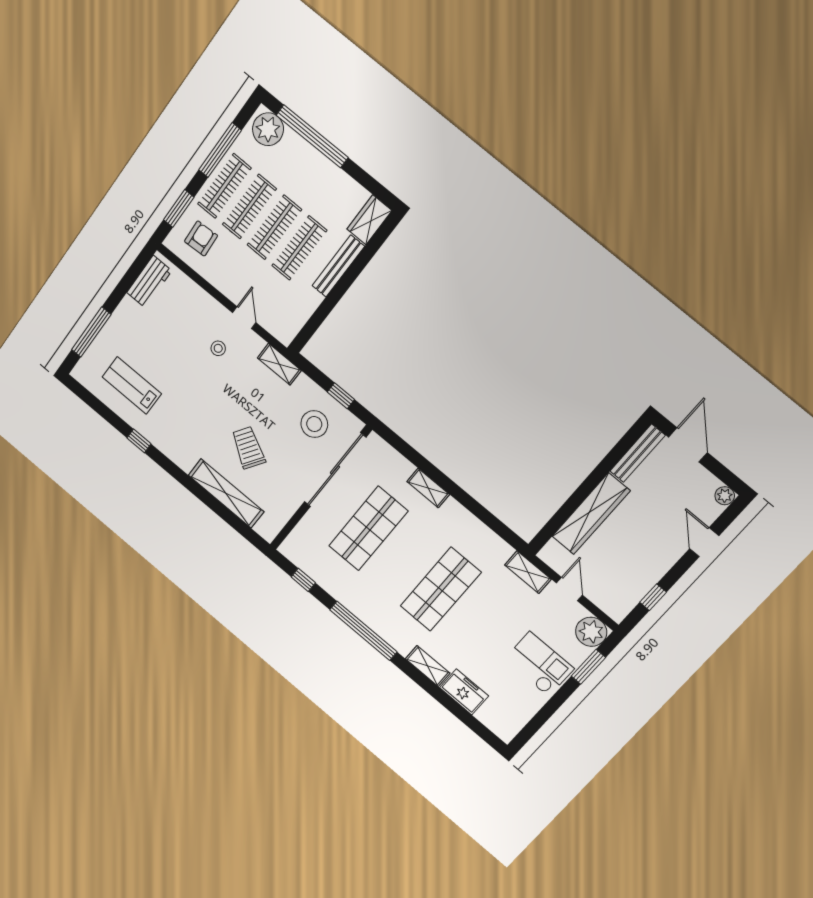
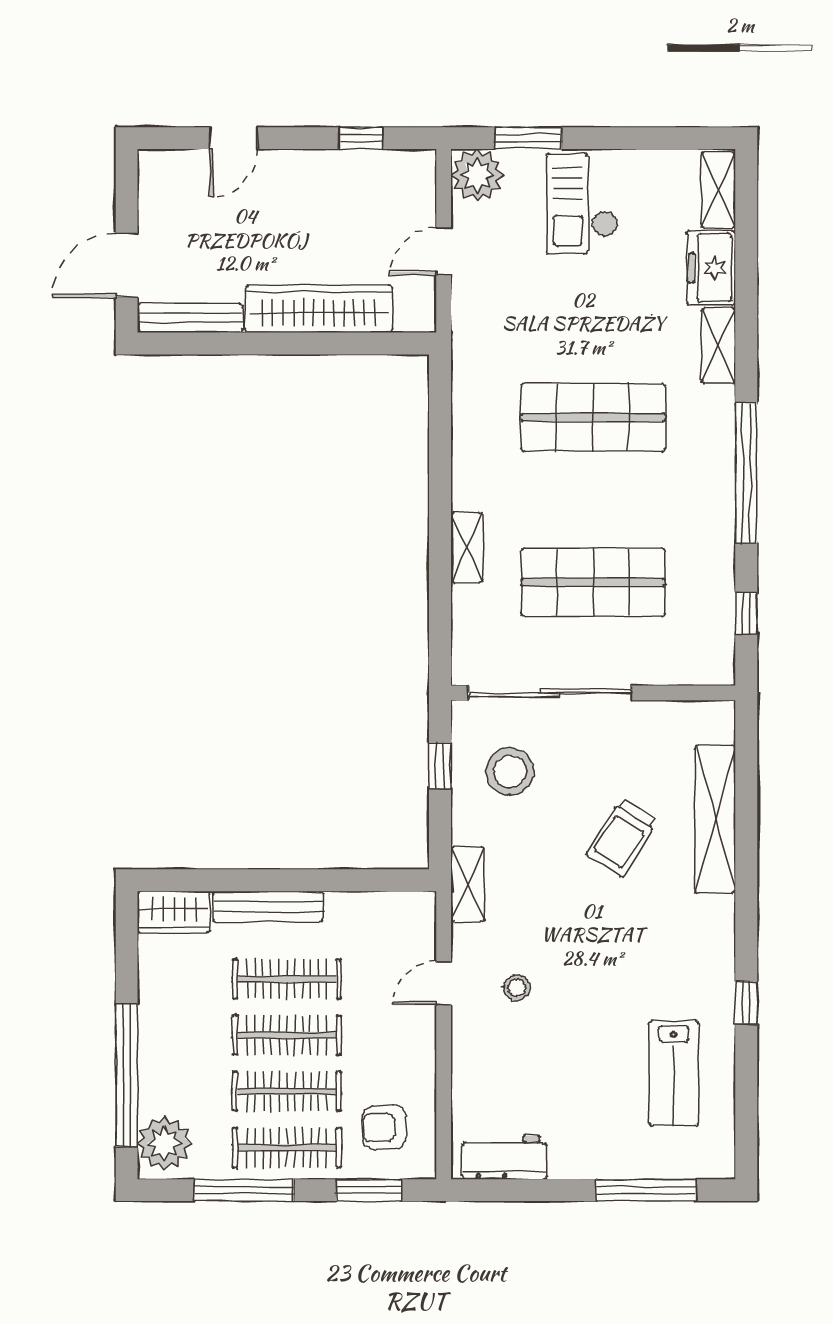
plant: (725, 496) -> (153, 165), removed
shelving: (528, 572) -> (718, 190), moved

